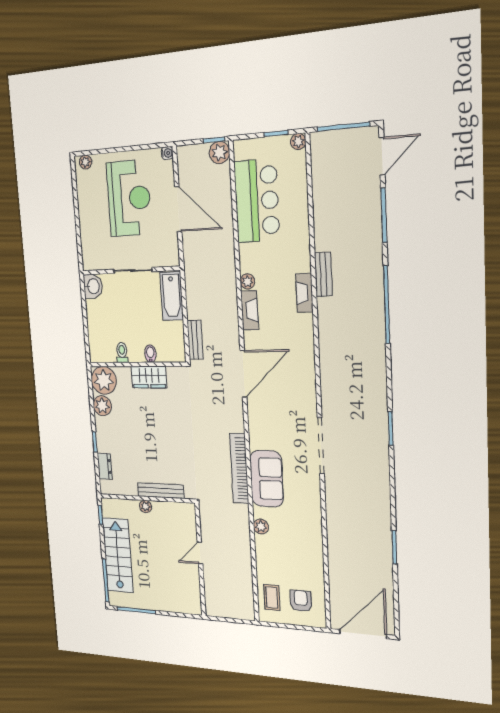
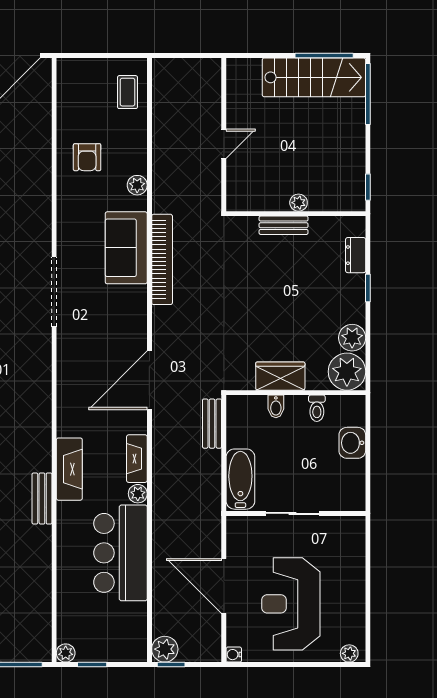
bar counter: (257, 201) -> (120, 553), moved
washbasin: (93, 286) -> (352, 443), moved
fireplace: (304, 293) -> (69, 469), width x1.37, depth x1.32
bench: (161, 491) -> (284, 225), width x0.73
stairs: (118, 555) -> (314, 77), moved, turned -90
armchair: (301, 601) -> (87, 157), moved

